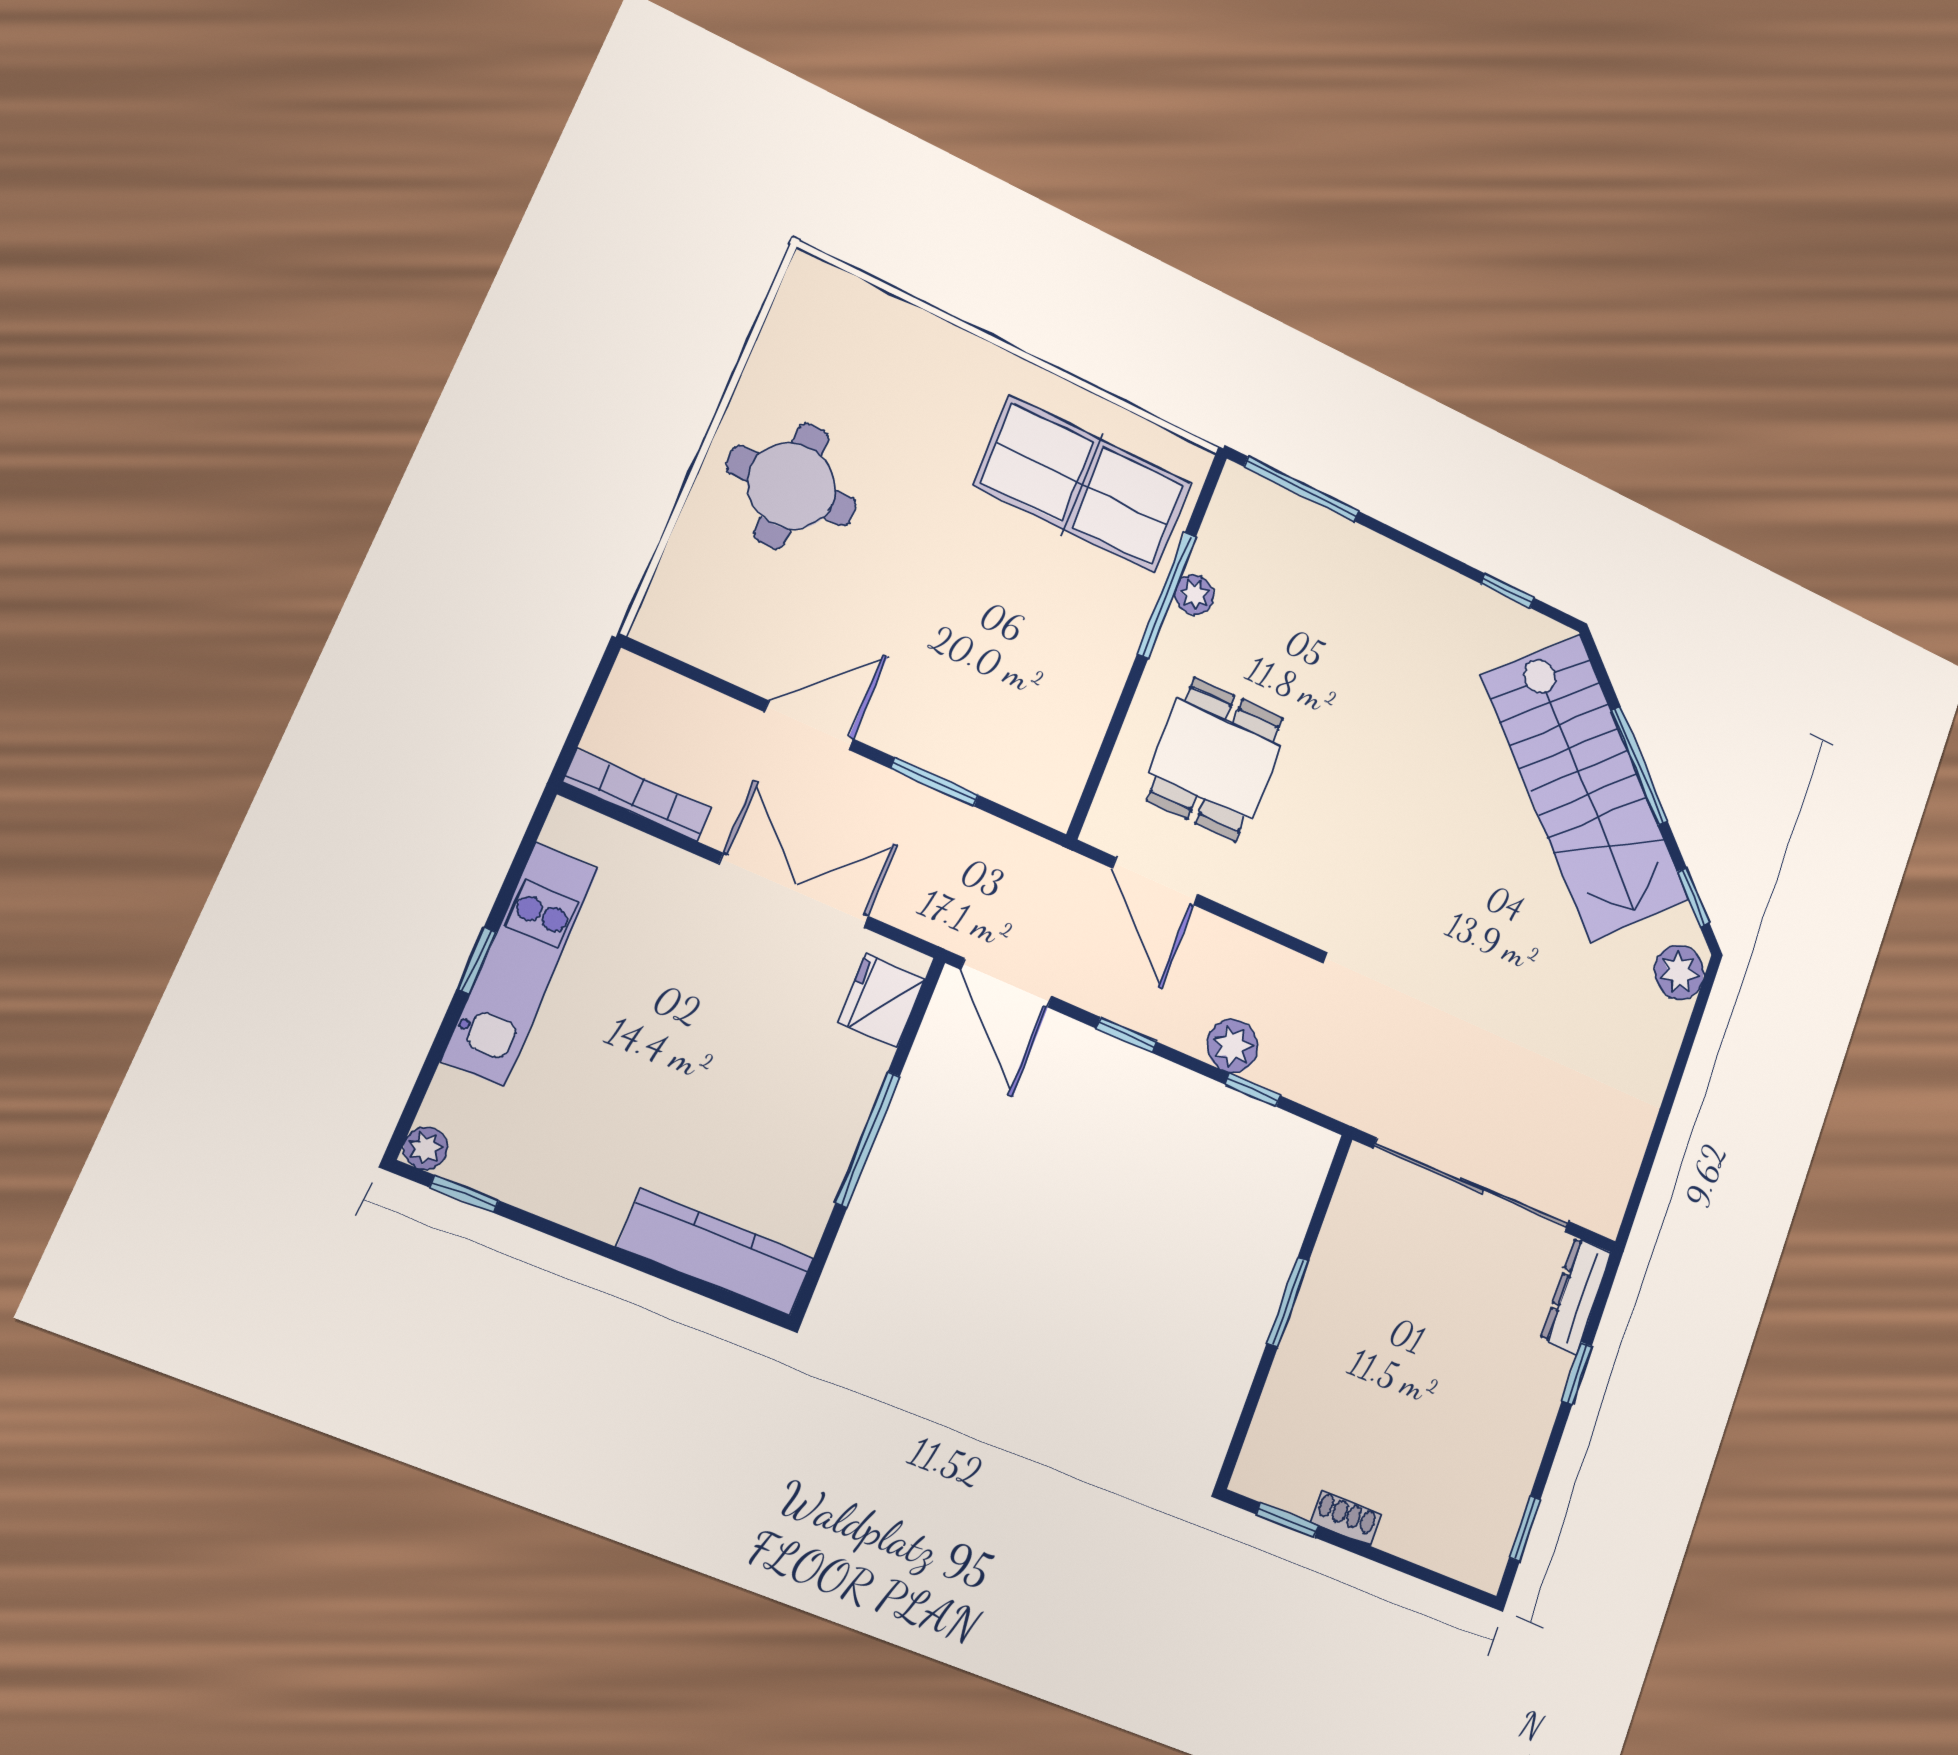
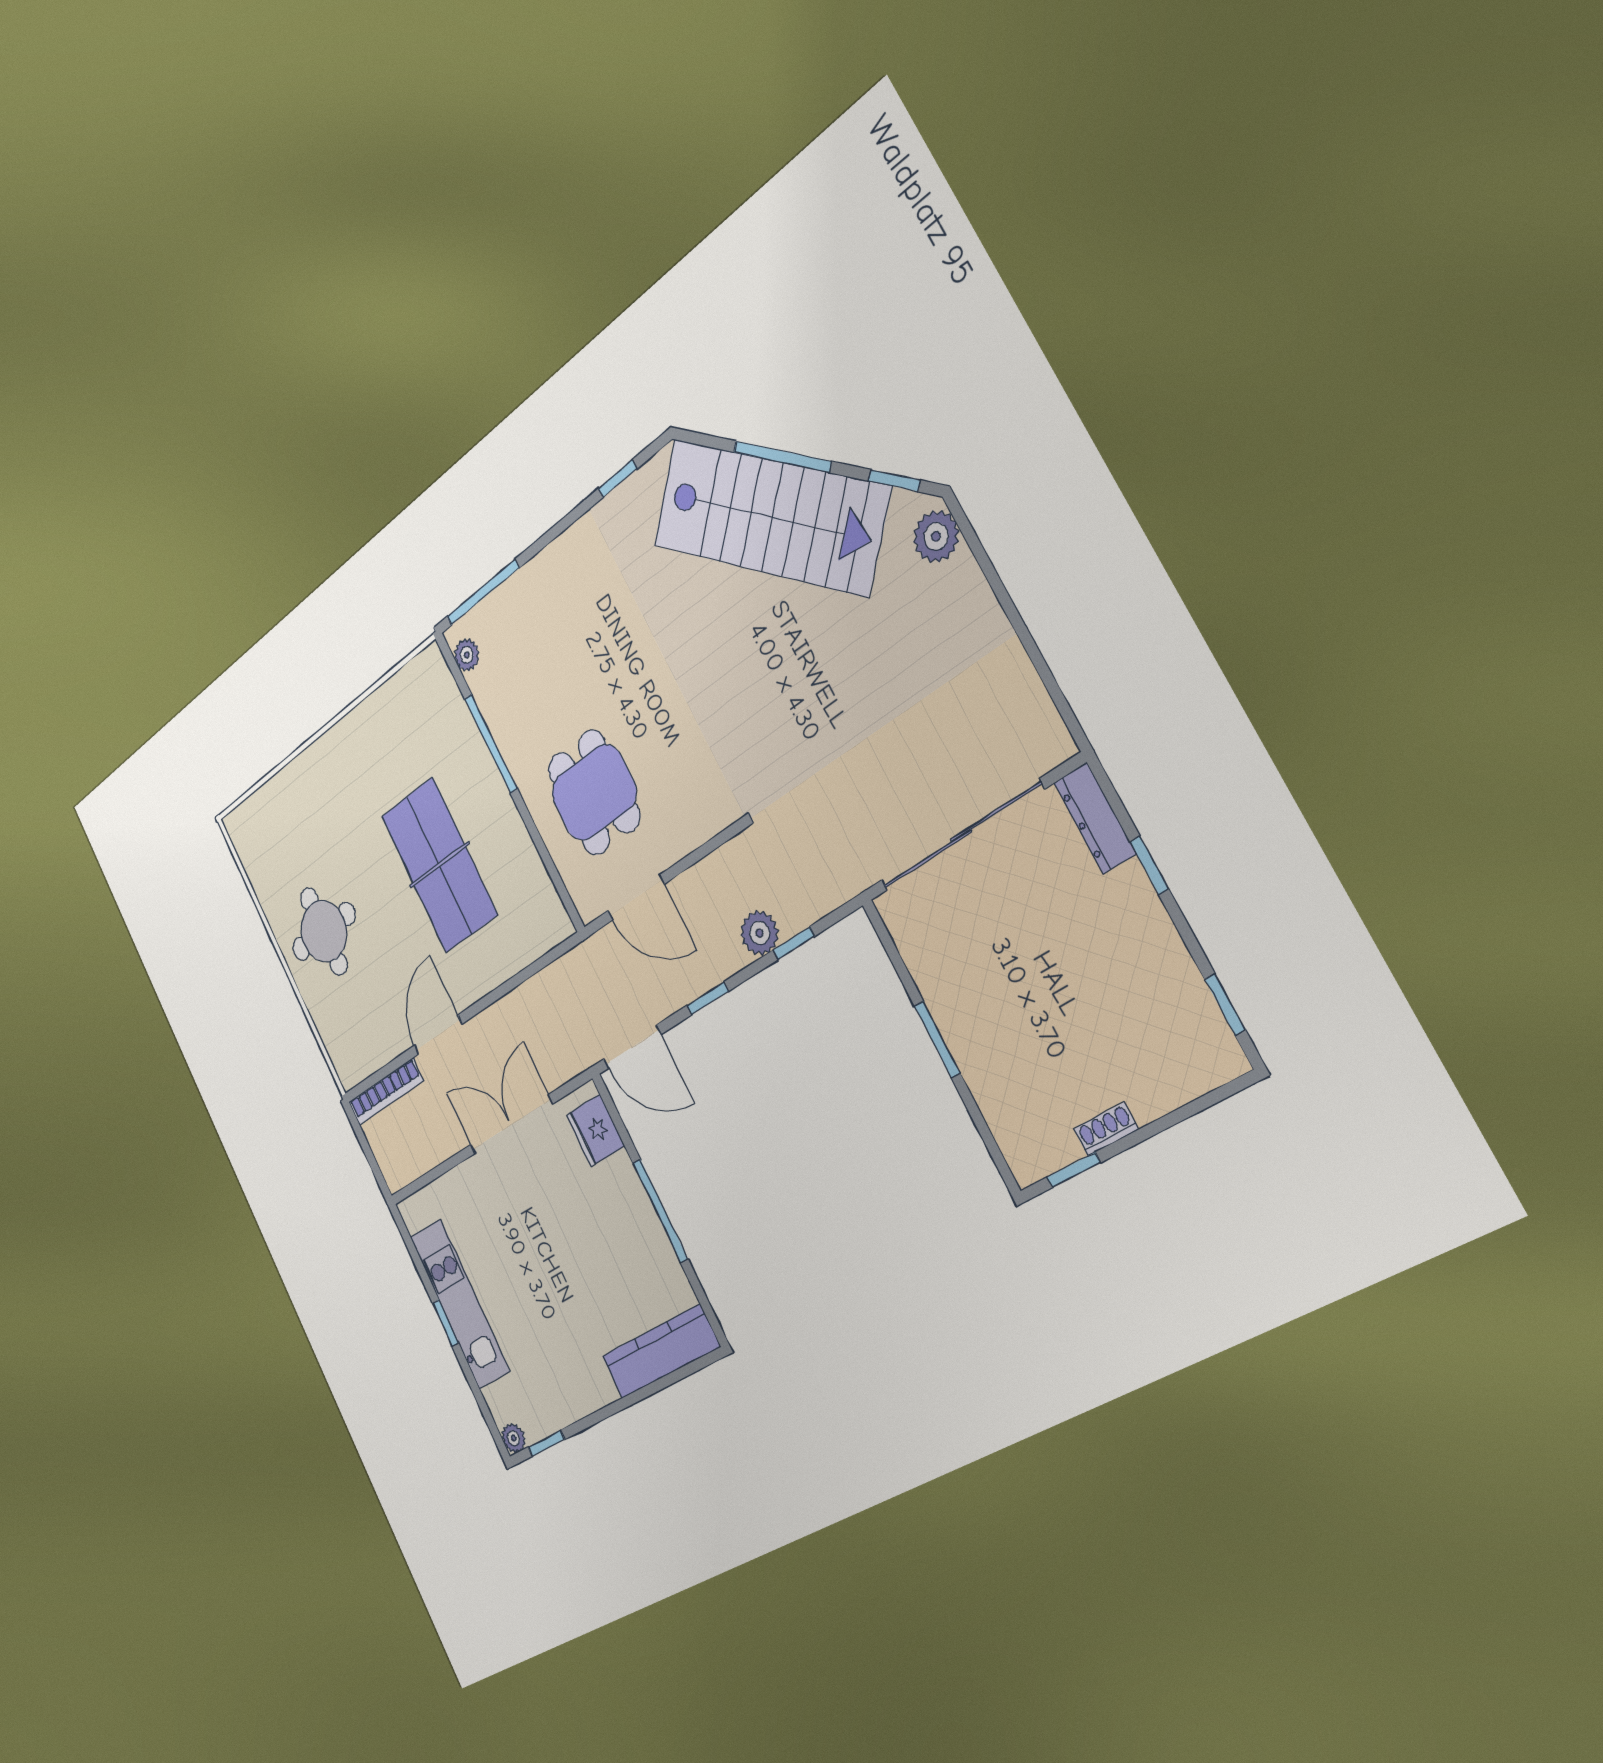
table tennis table: (1083, 484) -> (439, 865), moved, turned 90
plant: (1194, 595) -> (467, 655), moved
window: (935, 782) -> (505, 988), removed
bookcase: (637, 795) -> (386, 1092), moved, turned 180

